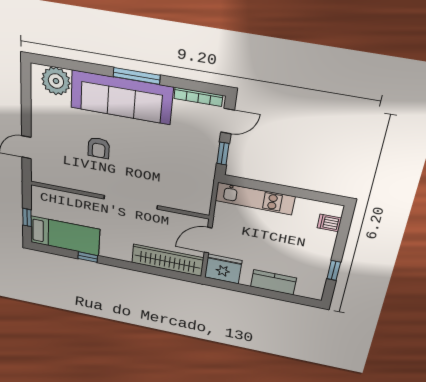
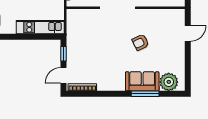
window: (137, 76) -> (145, 94), moved
sofa: (121, 97) -> (142, 81), width x0.54, depth x0.79
armchair: (99, 148) -> (140, 42), turned -116

